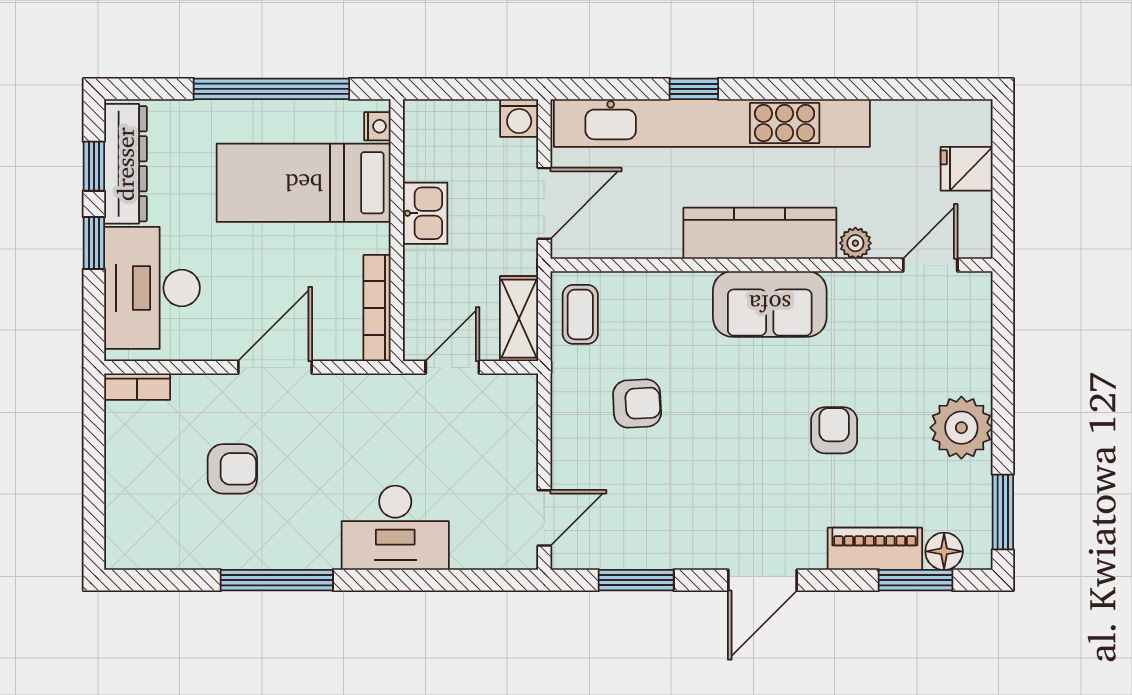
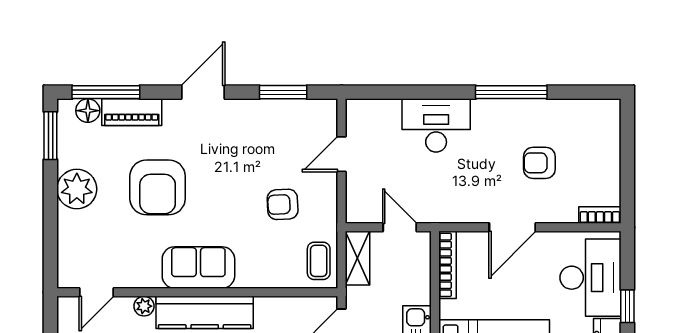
door: (452, 367) -> (400, 227), swing flipped
armchair: (834, 430) -> (158, 187), width x1.88, depth x1.88
door: (544, 518) -> (342, 154), moved
window: (915, 580) -> (106, 92), width x1.44

